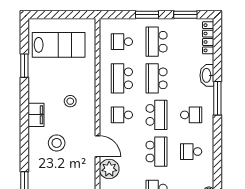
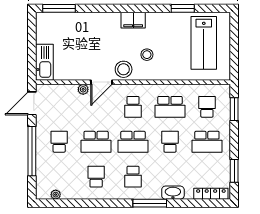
window: (147, 15) -> (234, 109), moved
school desk: (157, 42) -> (207, 142), turned 180
school desk: (122, 78) -> (170, 107), turned 180
school desk: (157, 78) -> (170, 142), width x0.54
school desk: (122, 115) -> (133, 107), turned 180
stool: (57, 143) -> (124, 69), moved
plant: (109, 169) -> (83, 89), width x0.53, depth x0.53

